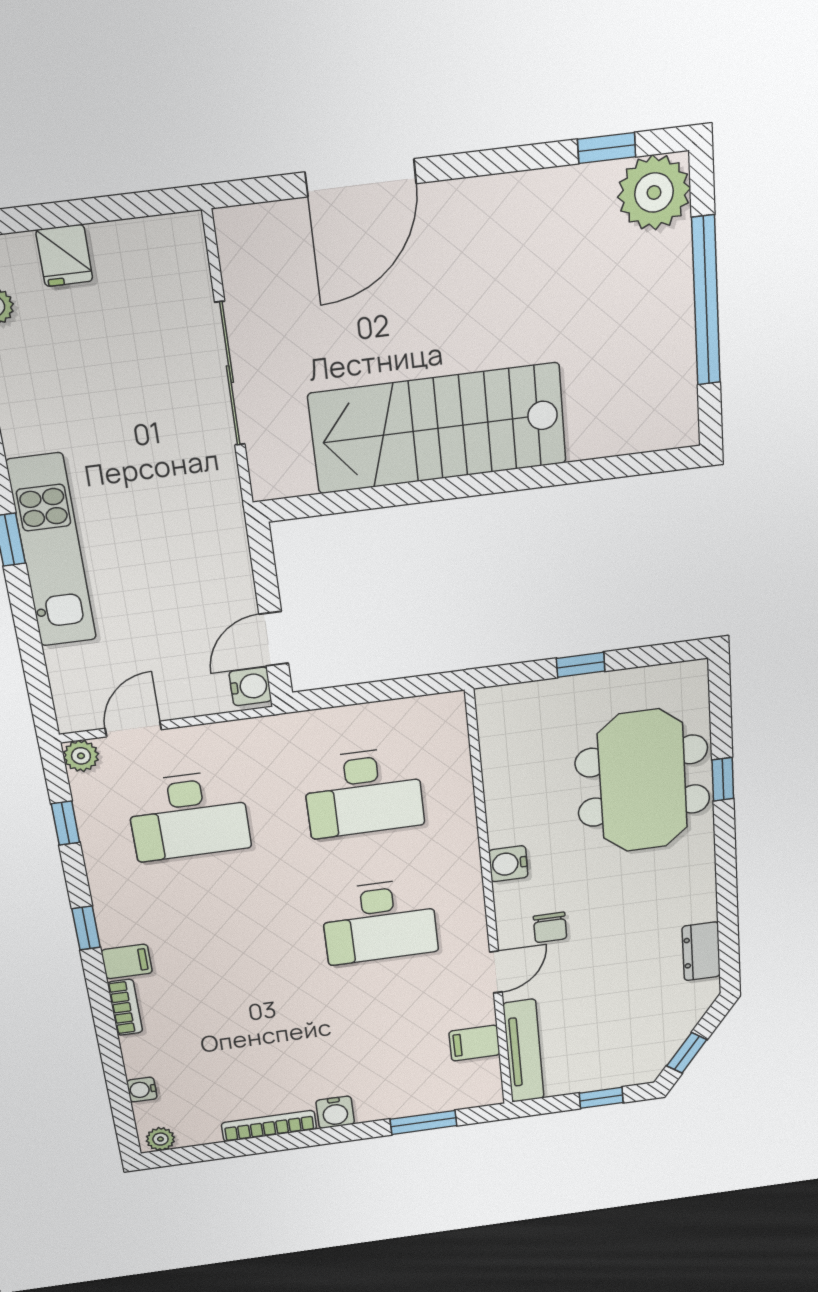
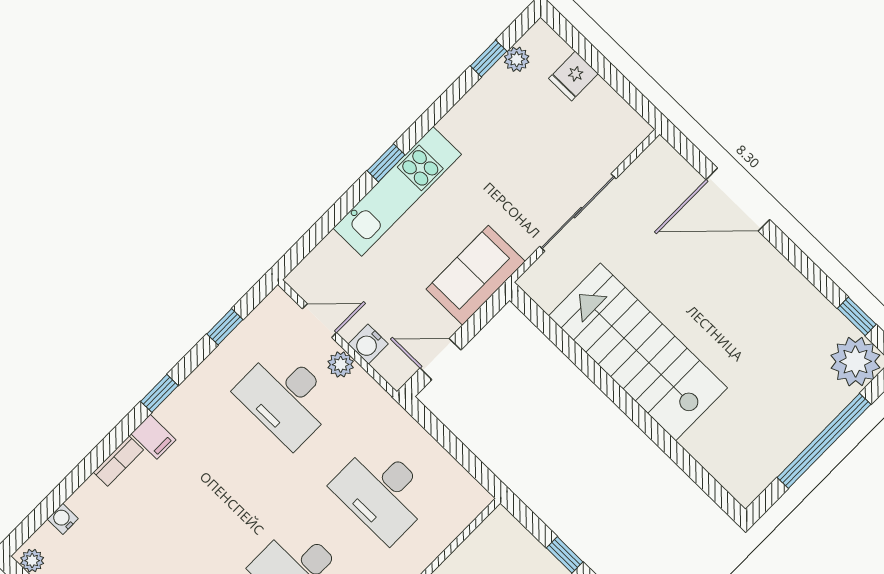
sofa: (212, 537) -> (476, 275), added
water cooler: (250, 686) -> (368, 344), moved, turned 90
plant: (81, 756) -> (341, 364), moved

